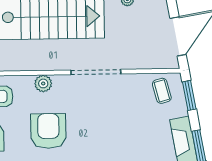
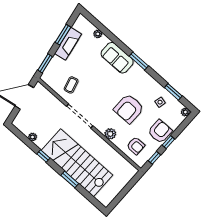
coffee table: (162, 91) -> (71, 85), moved

